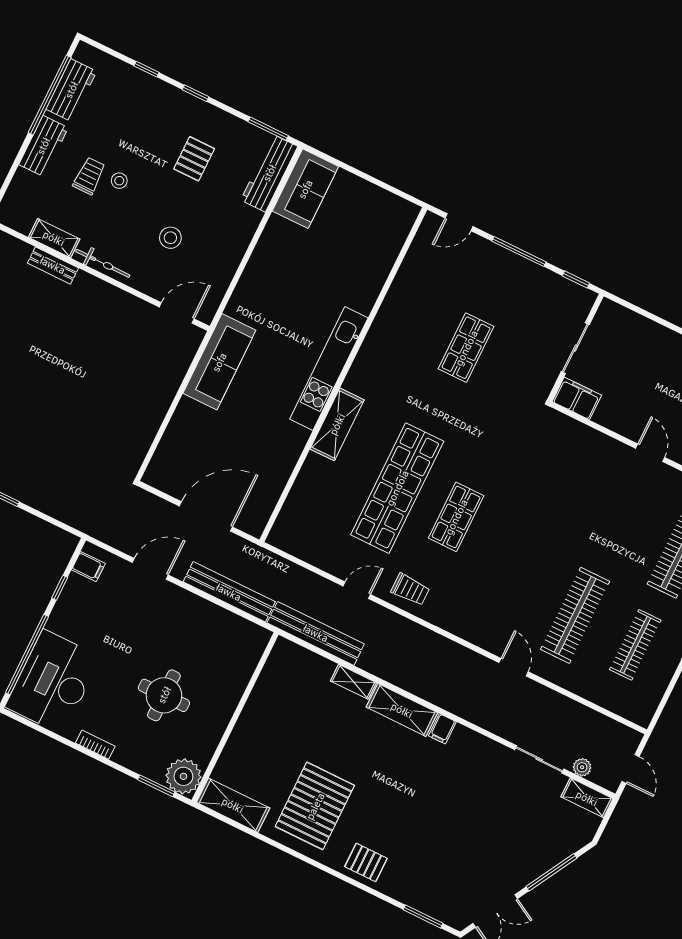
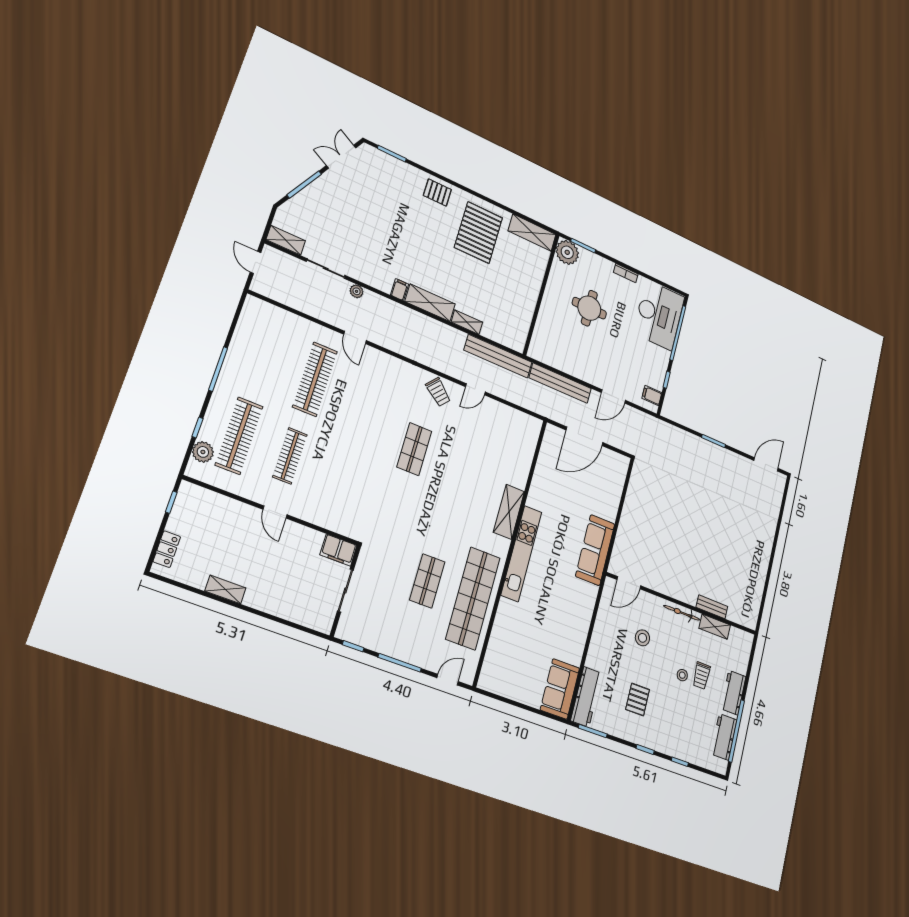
shop shelf: (397, 488) -> (473, 598), moved
trolley: (410, 590) -> (438, 392), turned -139
clothes rail: (635, 645) -> (290, 456), moved
plant: (582, 767) -> (357, 291), moved

